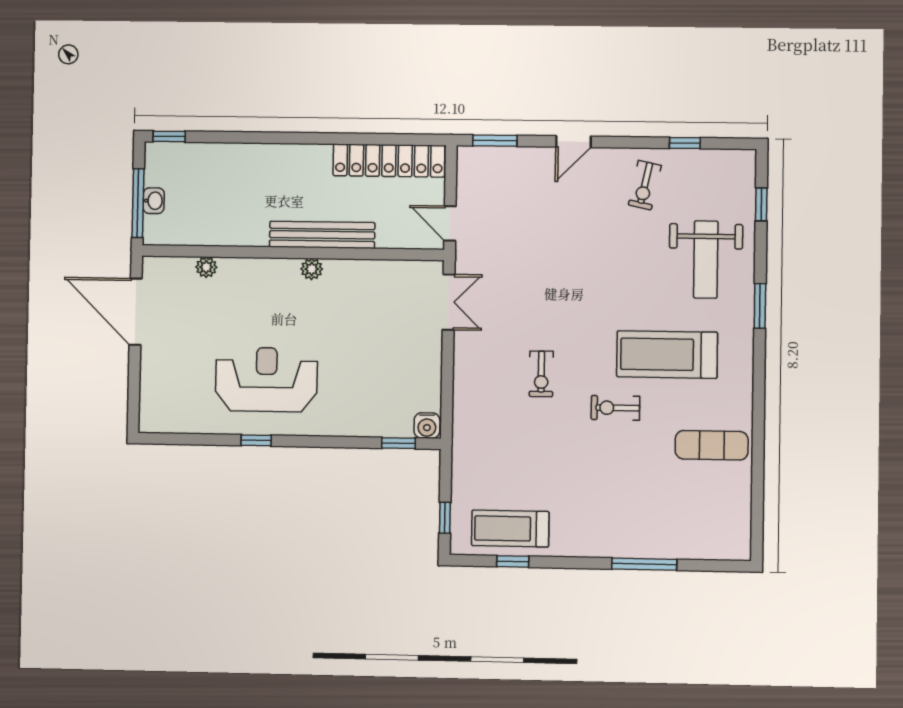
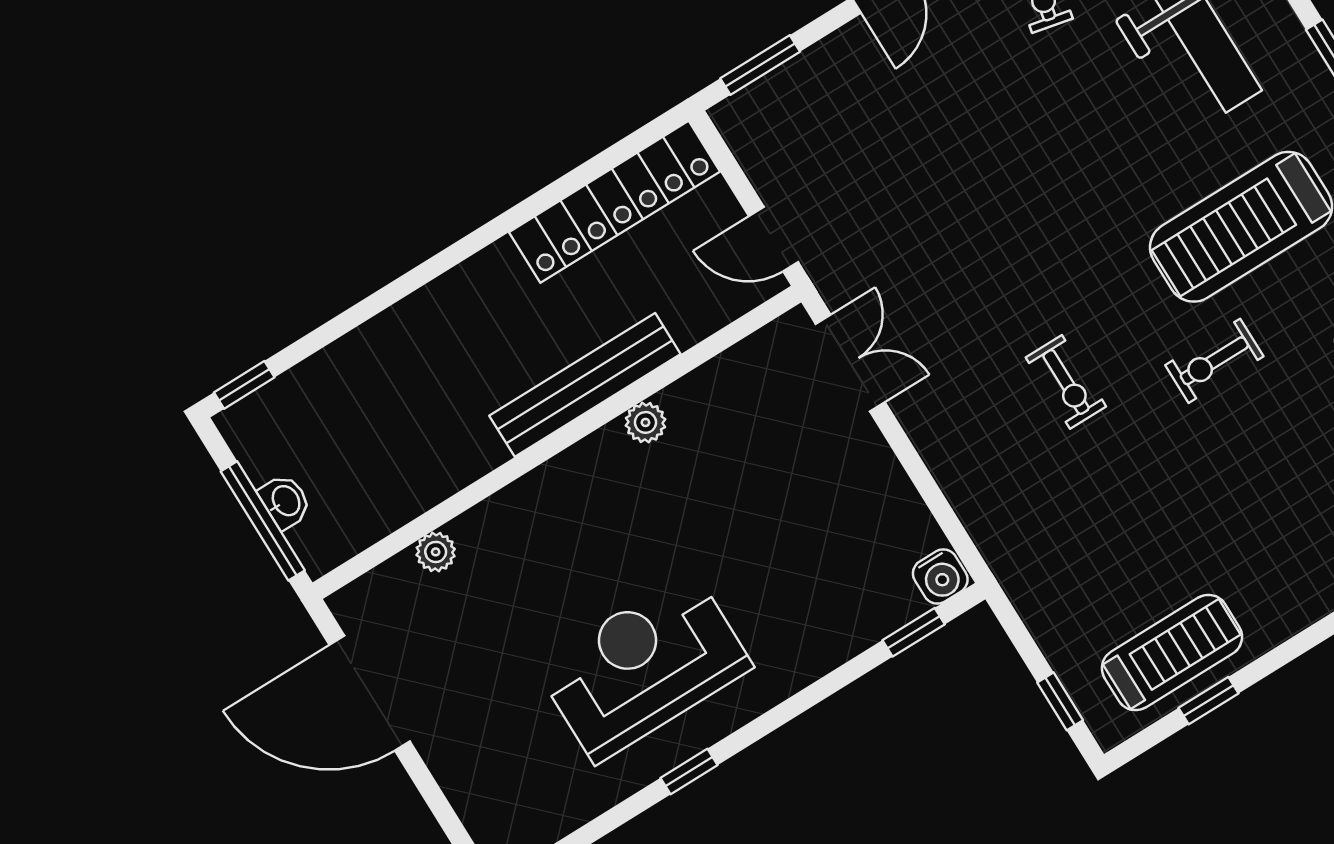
plant: (312, 269) -> (645, 422), moved
treadmill: (510, 529) -> (1172, 653), turned 180

